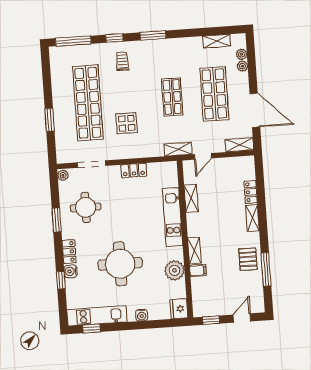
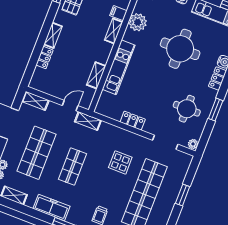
freezer: (174, 47) -> (51, 207), added

